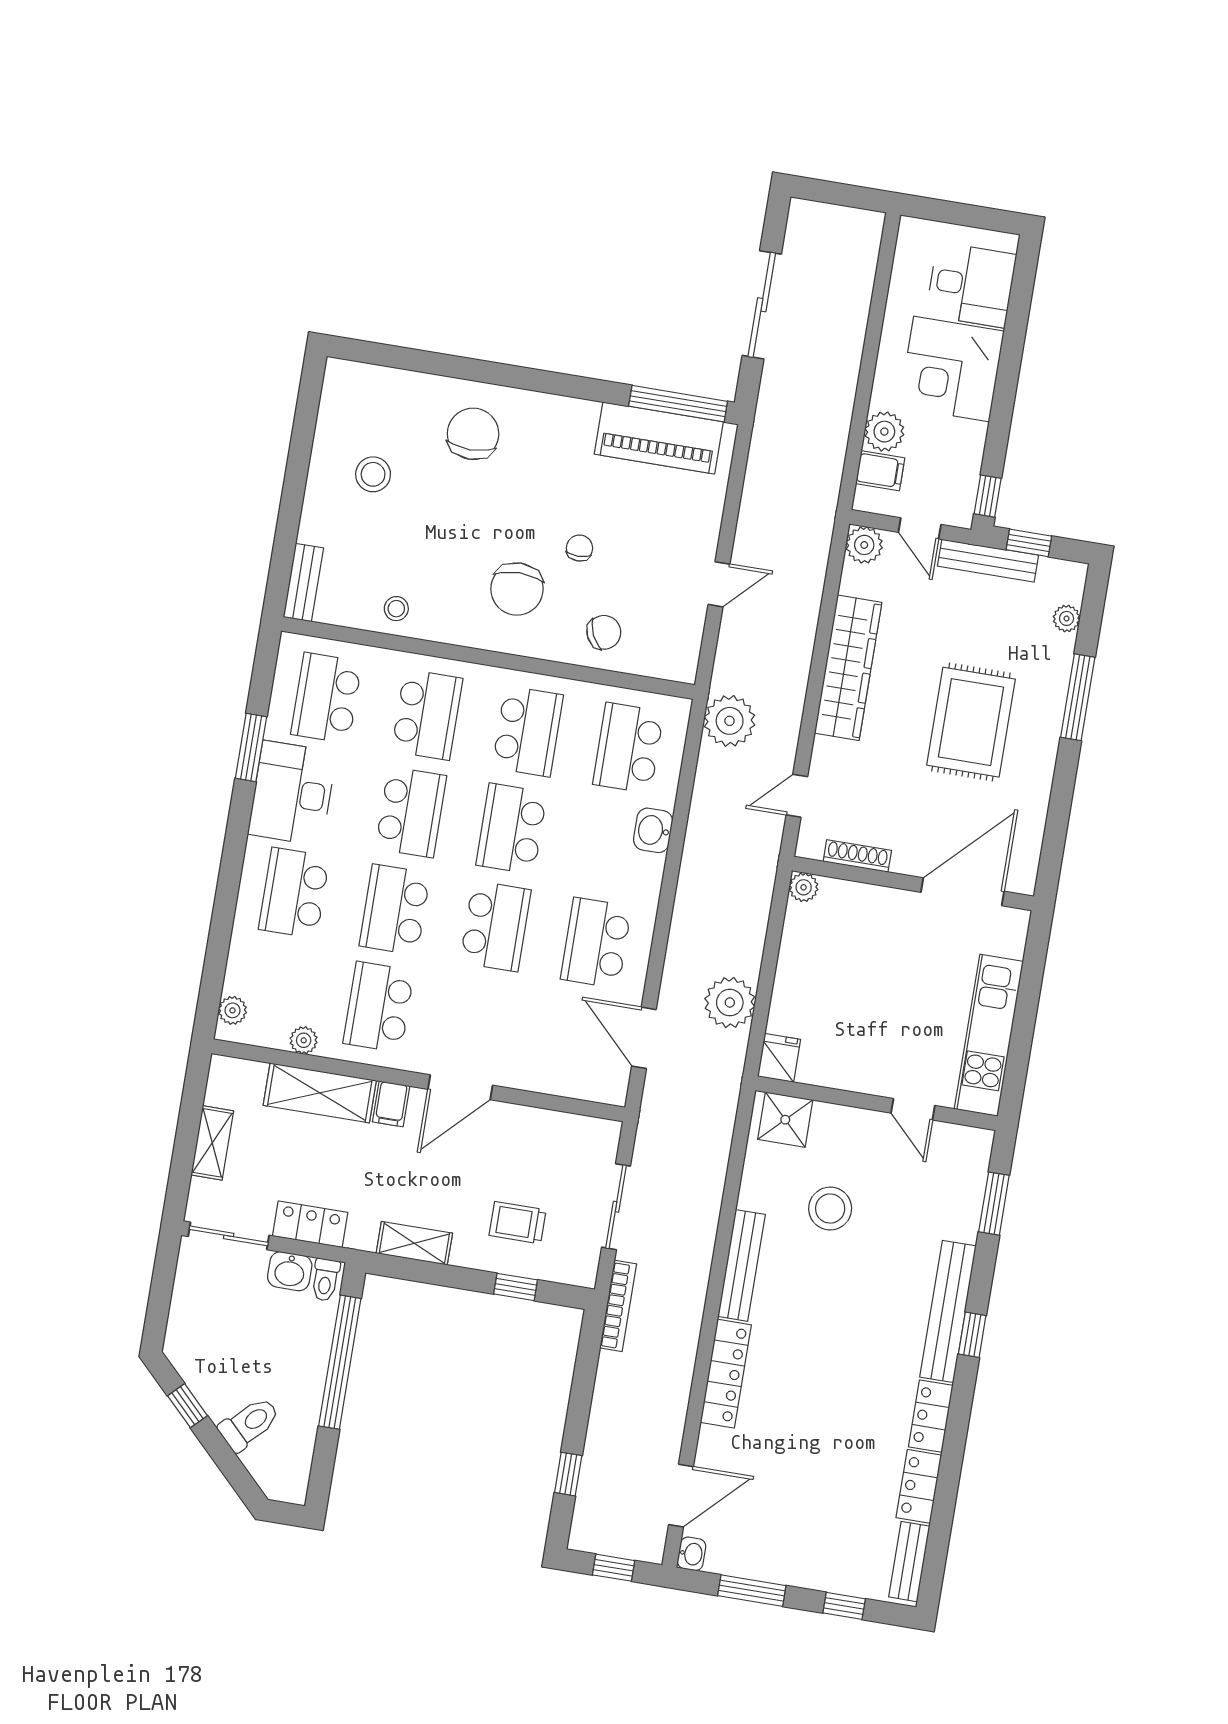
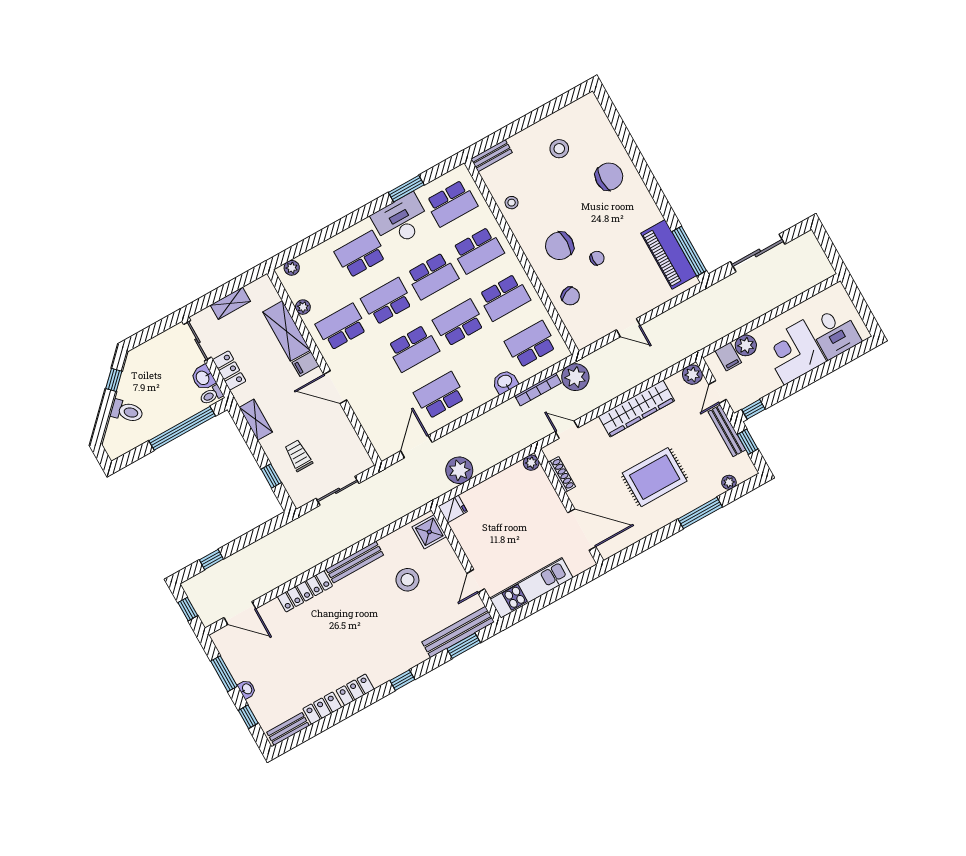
school desk: (326, 698) -> (452, 203), turned 180
bookcase: (618, 1306) -> (538, 389), moved
bench: (948, 1312) -> (458, 632), moved
washbasin: (692, 1554) -> (247, 689), moved, turned -90

